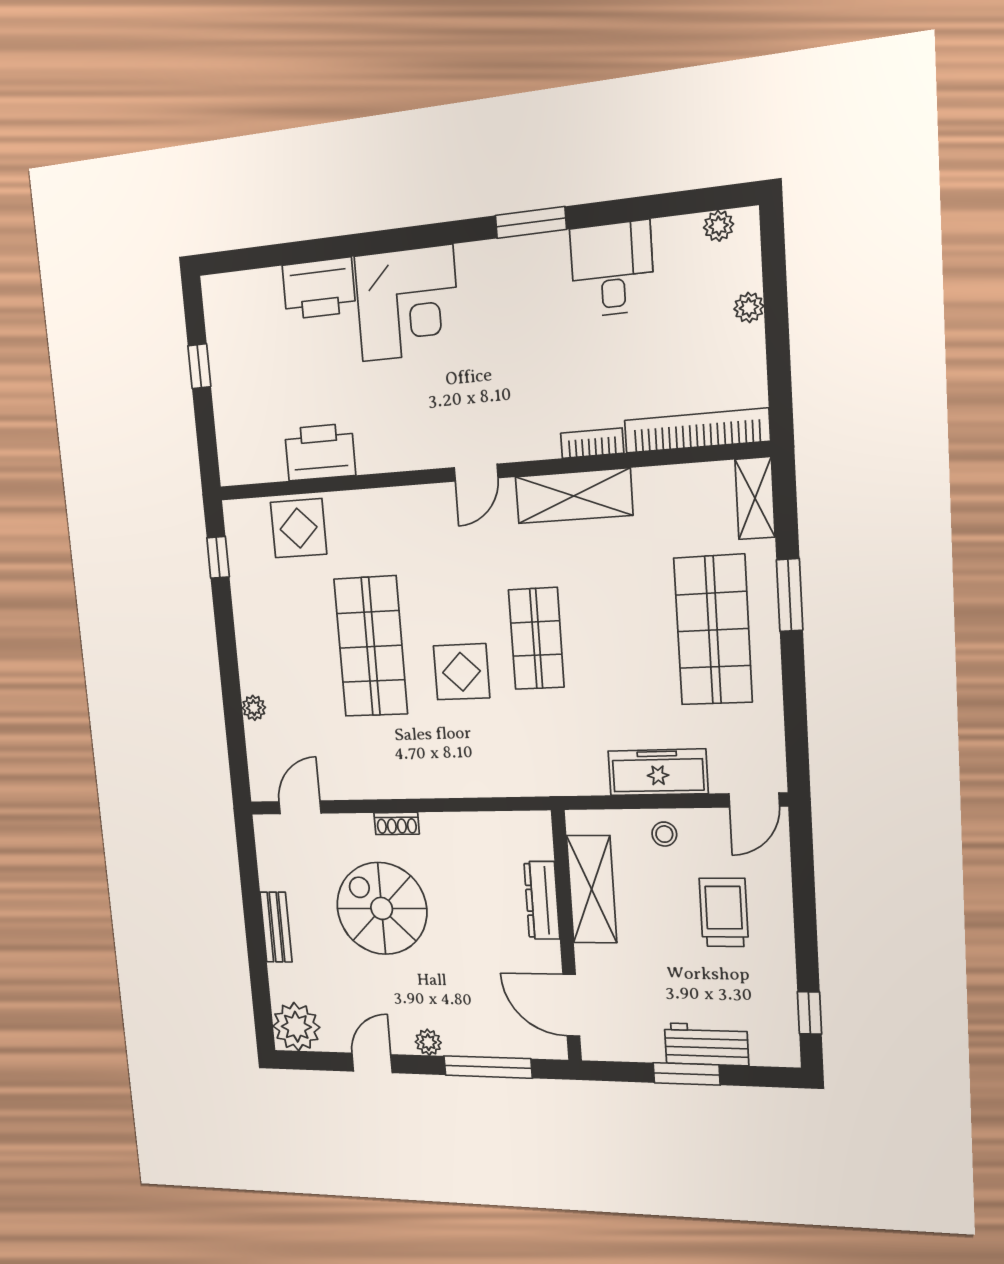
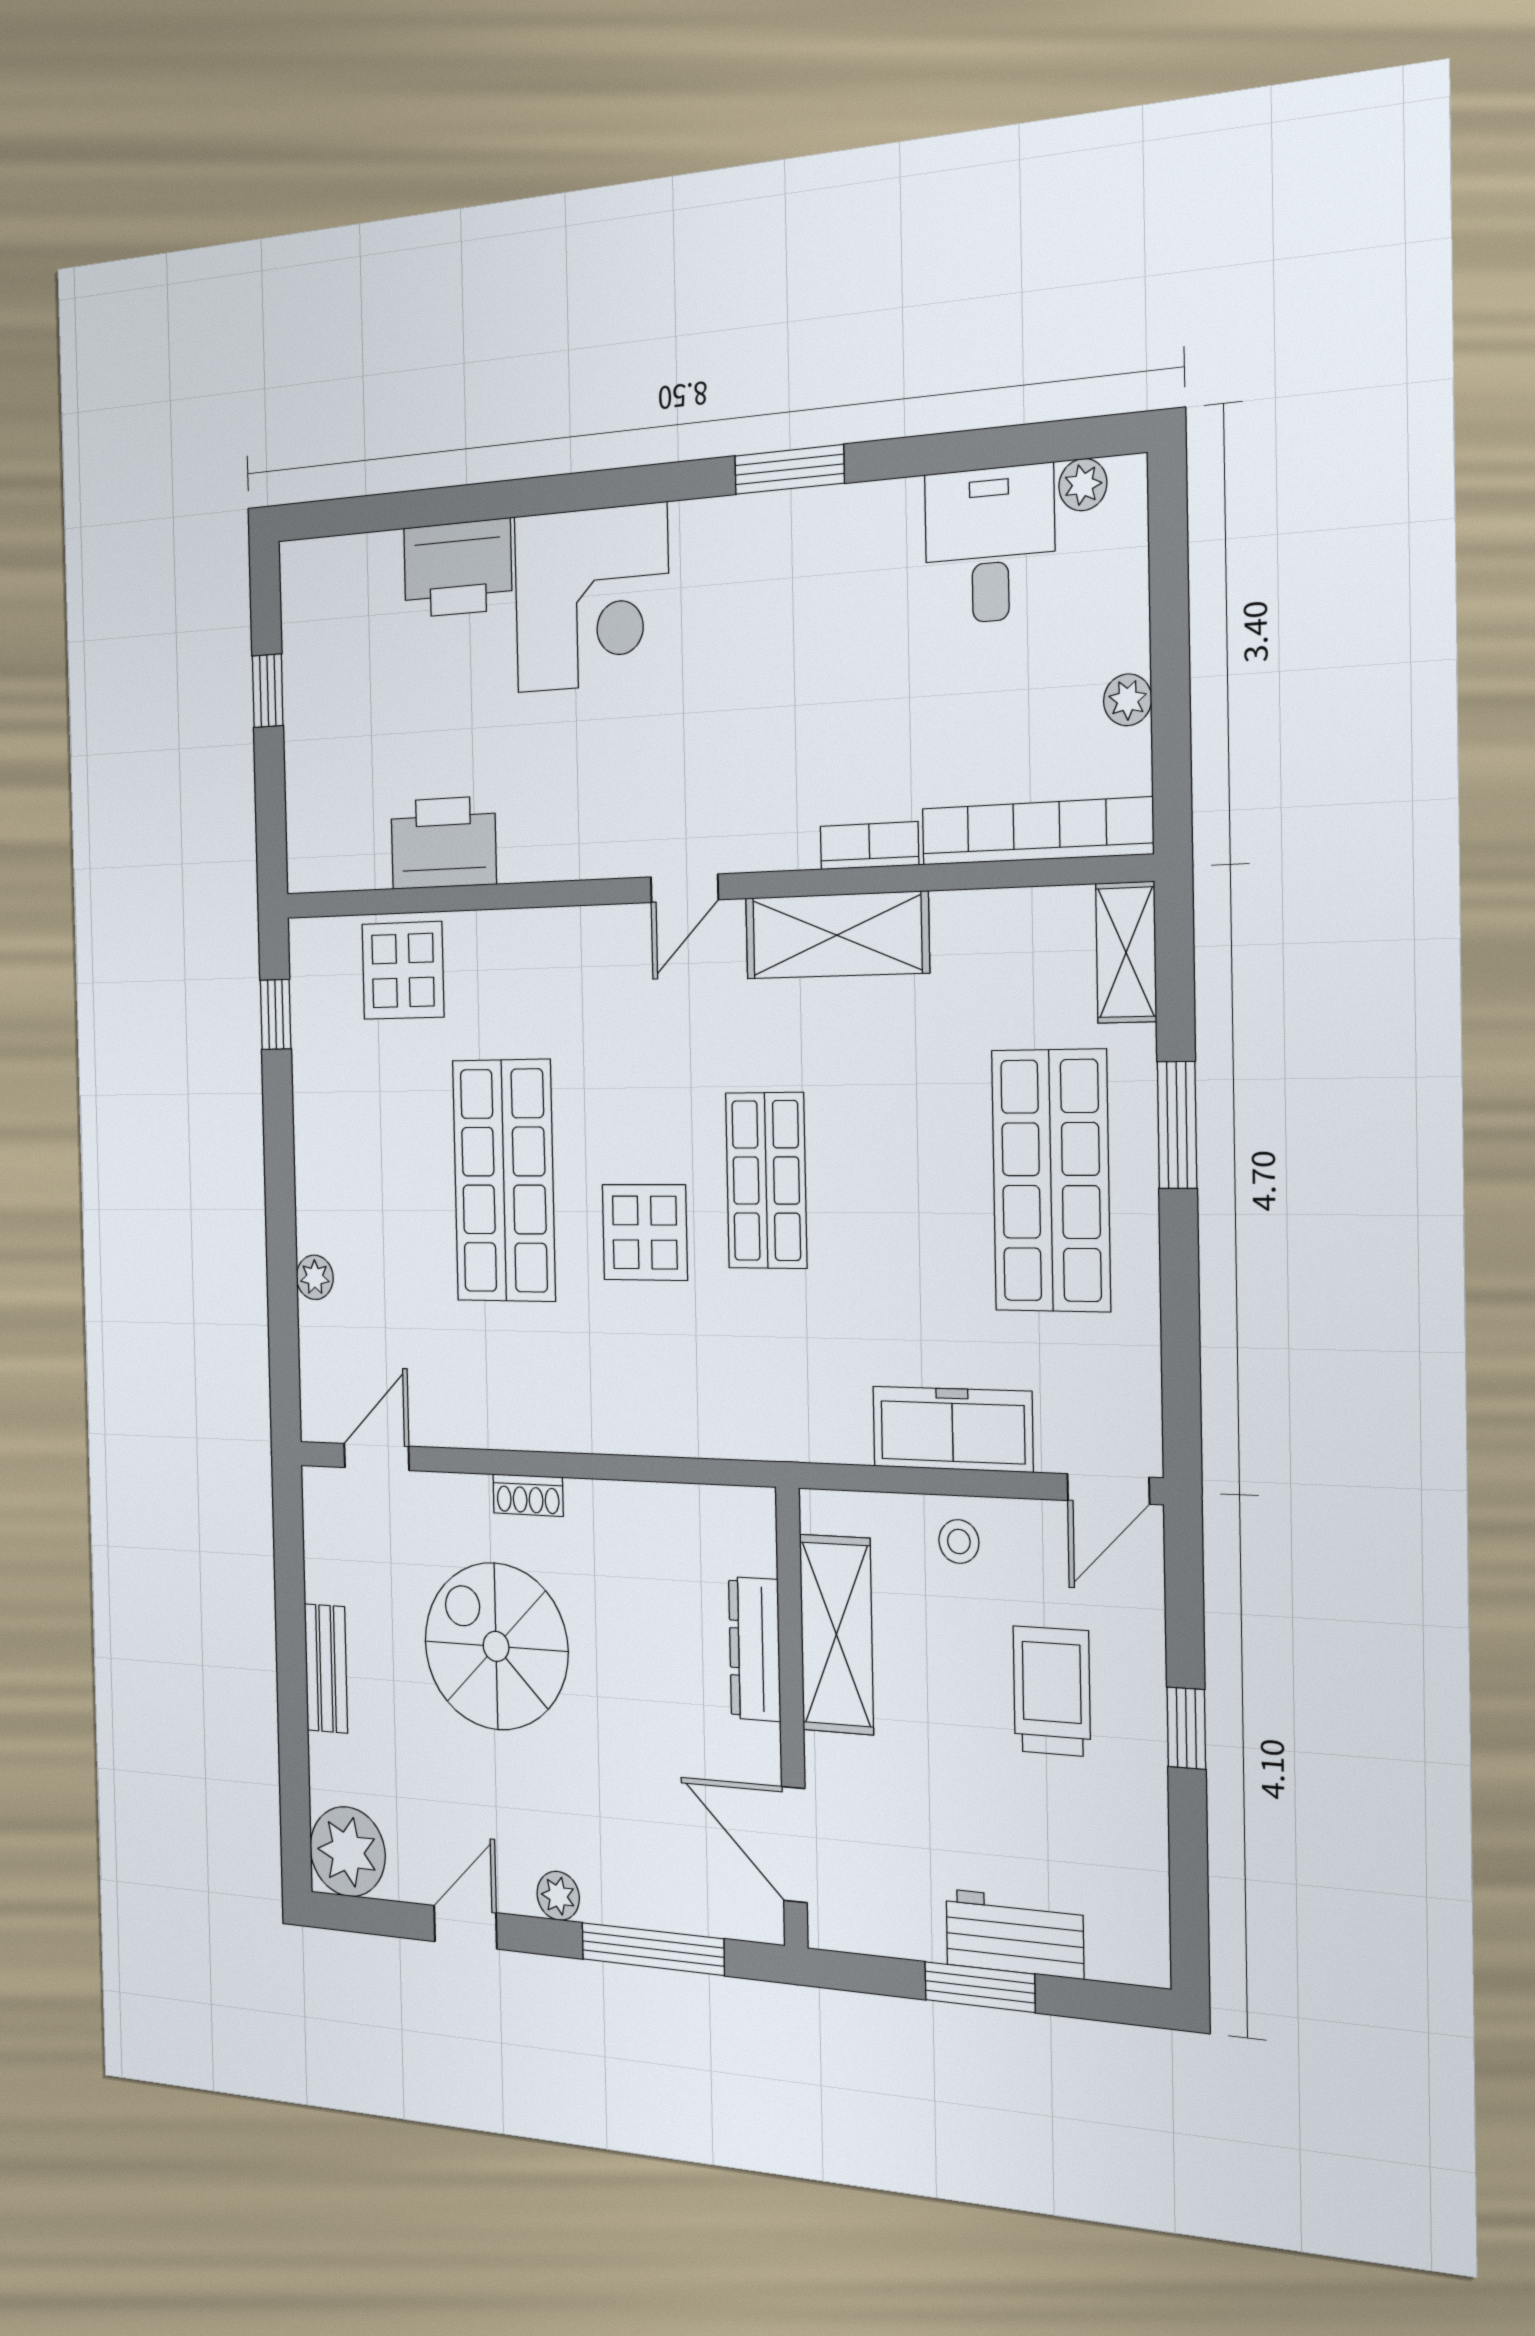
desk: (612, 269) -> (990, 545), moved
plant: (749, 307) -> (1128, 700), moved
window: (809, 1013) -> (1186, 1728), moved

